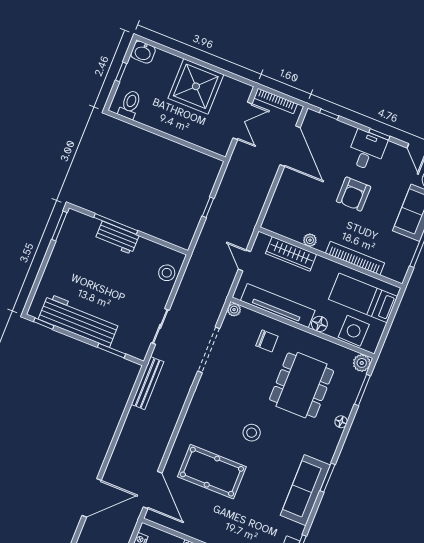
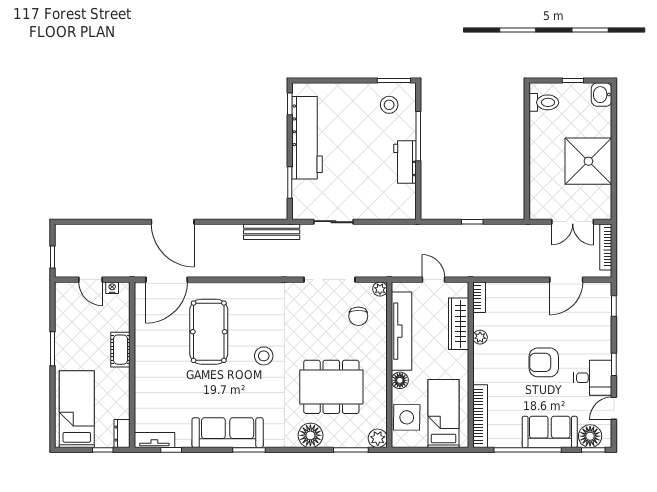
door: (290, 146) -> (566, 280), width x0.73
desk: (367, 150) -> (593, 378), moved
bookcase: (275, 227) -> (479, 297), added
workbench: (117, 238) -> (405, 162), moved
bookcase: (355, 258) -> (480, 416), moved
door: (244, 260) -> (433, 280), hinge flipped
stool: (167, 273) -> (389, 105), moved
chair: (267, 341) -> (358, 316), moved
floor lamp: (341, 422) -> (310, 435), width x1.89, depth x1.89
door: (92, 498) -> (173, 222), moved

